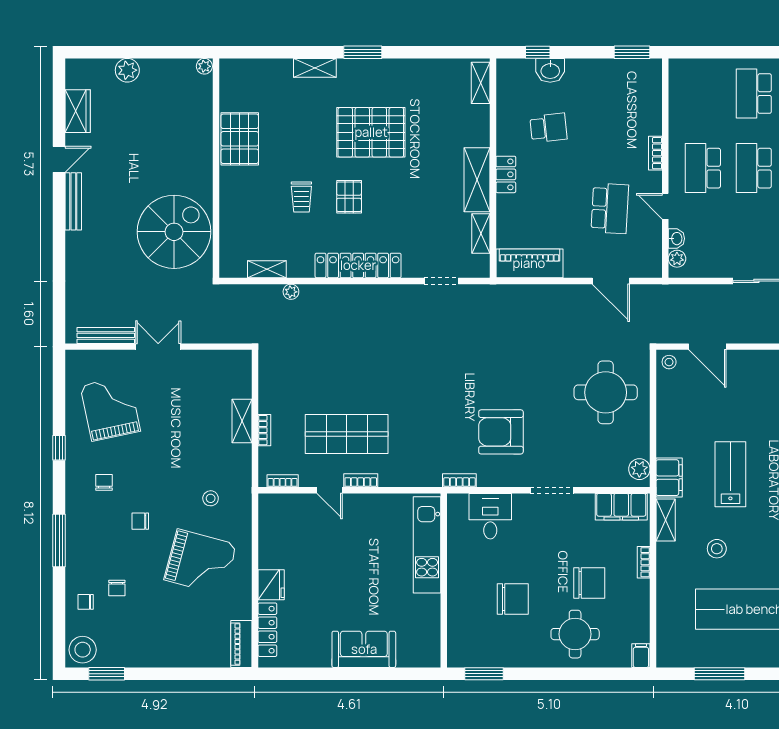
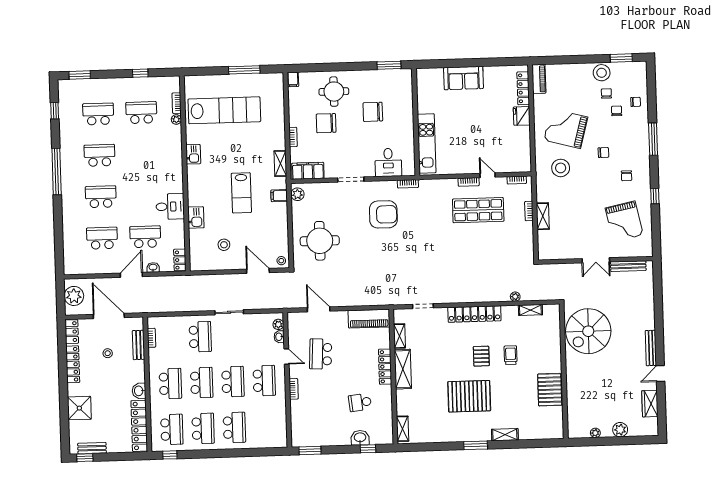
plant: (204, 66) -> (595, 433), moved
locker: (506, 174) -> (385, 367), width x1.53
filing cabinet: (669, 478) -> (279, 196), width x0.50
stool: (211, 498) -> (561, 168), width x1.89, depth x1.89
stool: (717, 549) -> (224, 245), moved
chair: (133, 617) -> (606, 93), added
stool: (83, 650) -> (602, 73), moved

